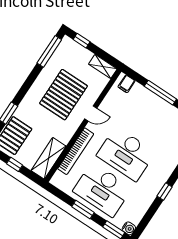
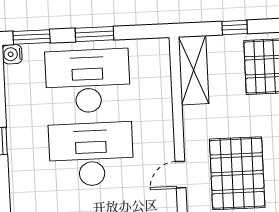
bookcase: (76, 151) -> (163, 107), removed

